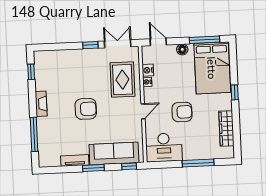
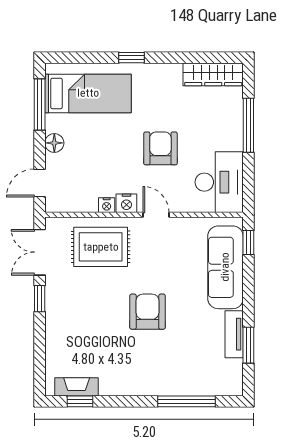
bed: (212, 68) -> (88, 93), width x0.67
nightstand: (148, 70) -> (126, 203), moved
fireplace: (41, 104) -> (77, 387), moved
wardrobe: (226, 129) -> (213, 74), moved
window: (93, 168) -> (248, 345), moved

